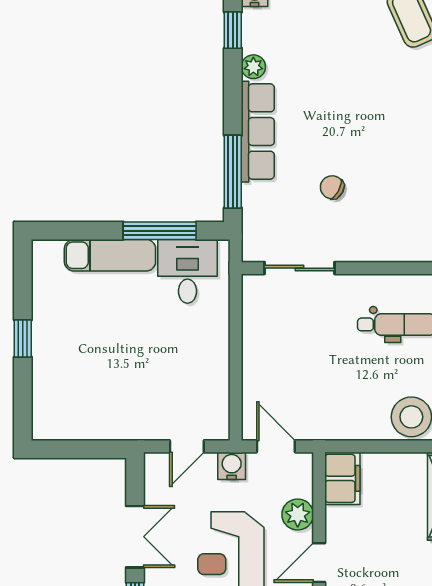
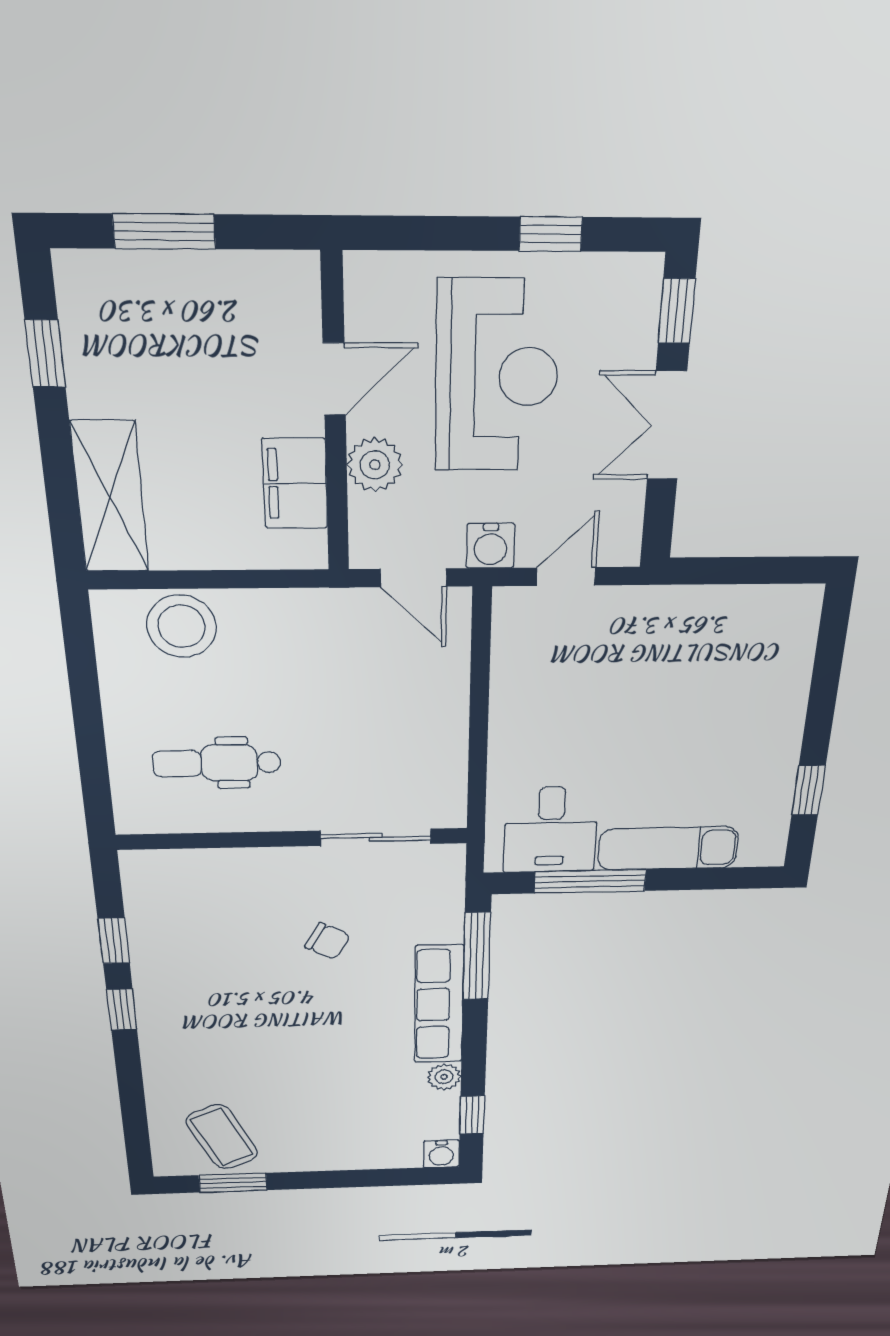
window: (23, 339) -> (809, 790), moved
filing cabinet: (342, 478) -> (295, 484), moved

